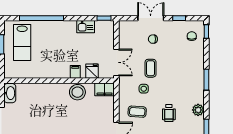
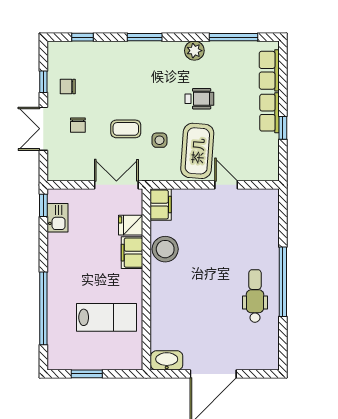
kitchen sink: (86, 27) -> (58, 218), moved
window: (206, 31) -> (83, 37), moved
chair: (192, 36) -> (68, 86), moved
lab bench: (22, 43) -> (106, 317), moved
filing cabinet: (75, 72) -> (132, 253), width x2.00
coffee table: (137, 112) -> (197, 151), width x1.86, depth x1.72

